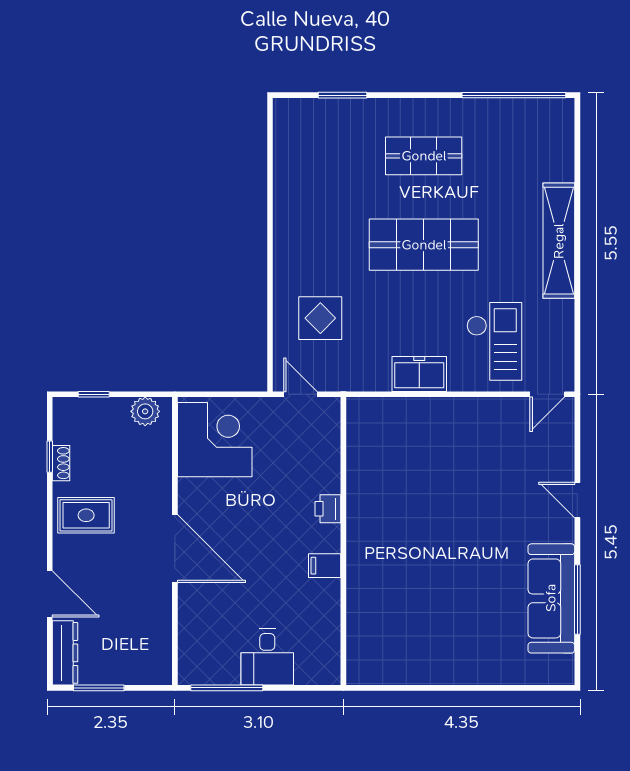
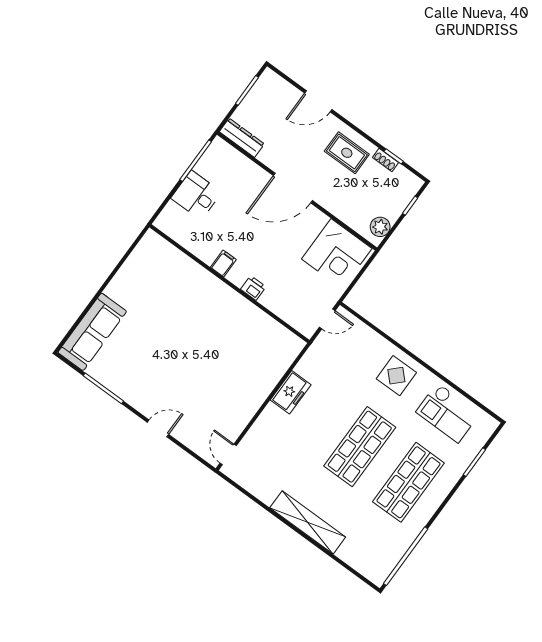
shop shelf: (424, 156) -> (408, 482), width x1.43, depth x1.36
display table: (320, 318) -> (396, 376), moved
checkout: (494, 341) -> (448, 413), moved
rug: (86, 515) -> (347, 153), turned 90
sofa: (551, 598) -> (92, 332), moved, turned 90
dresser: (65, 653) -> (242, 138), moved, turned 180

